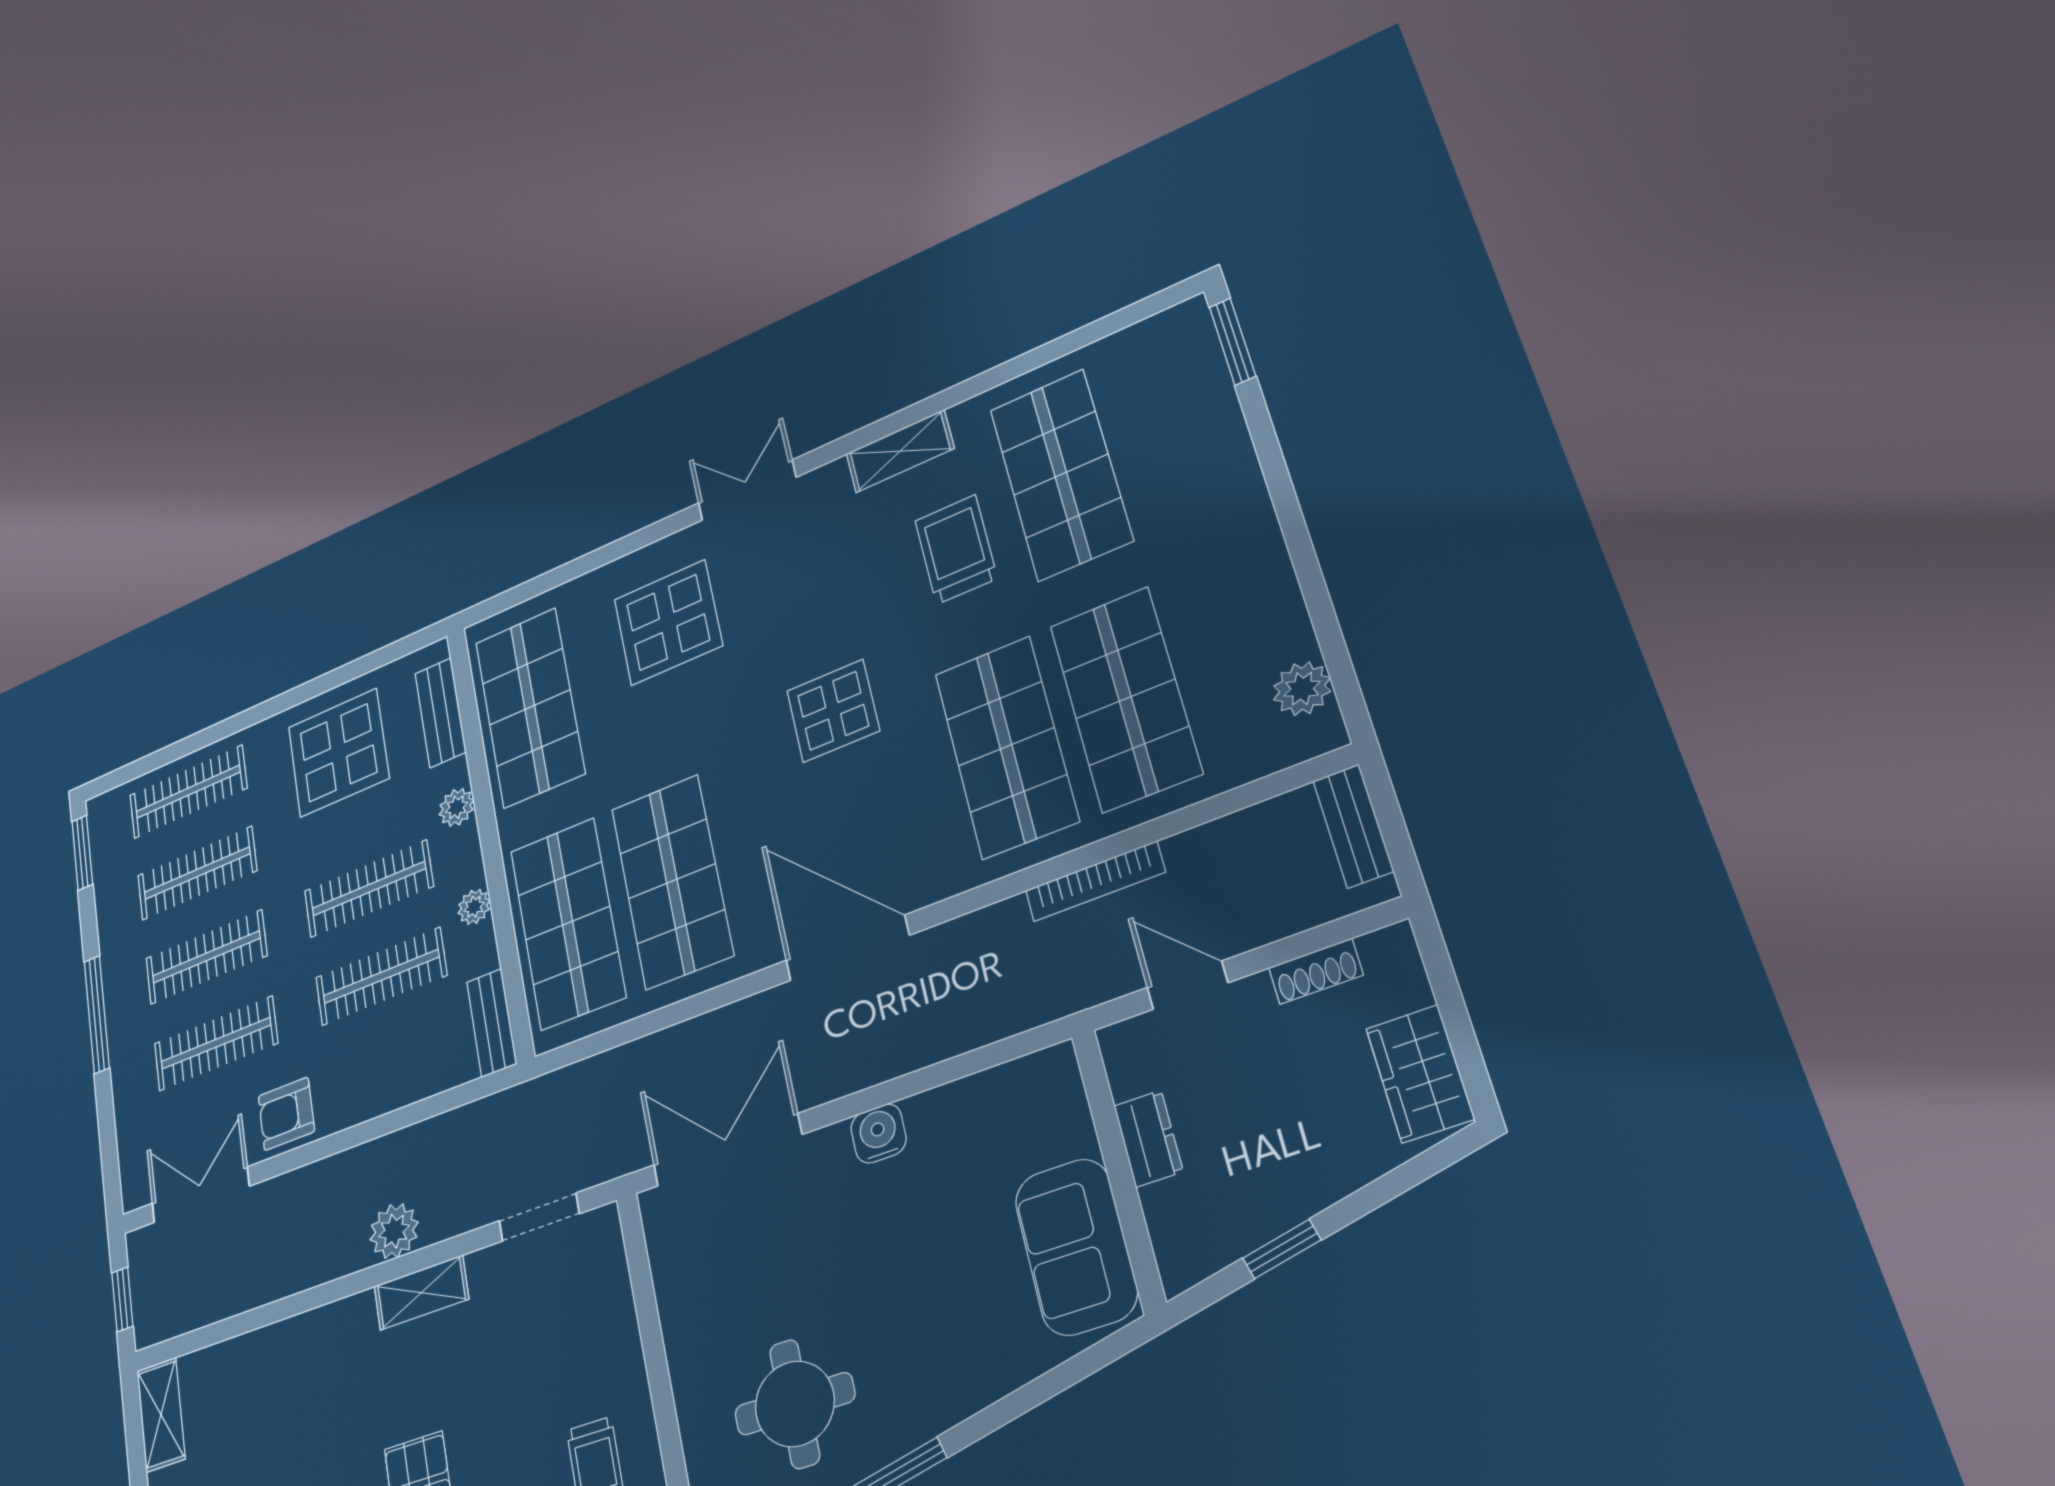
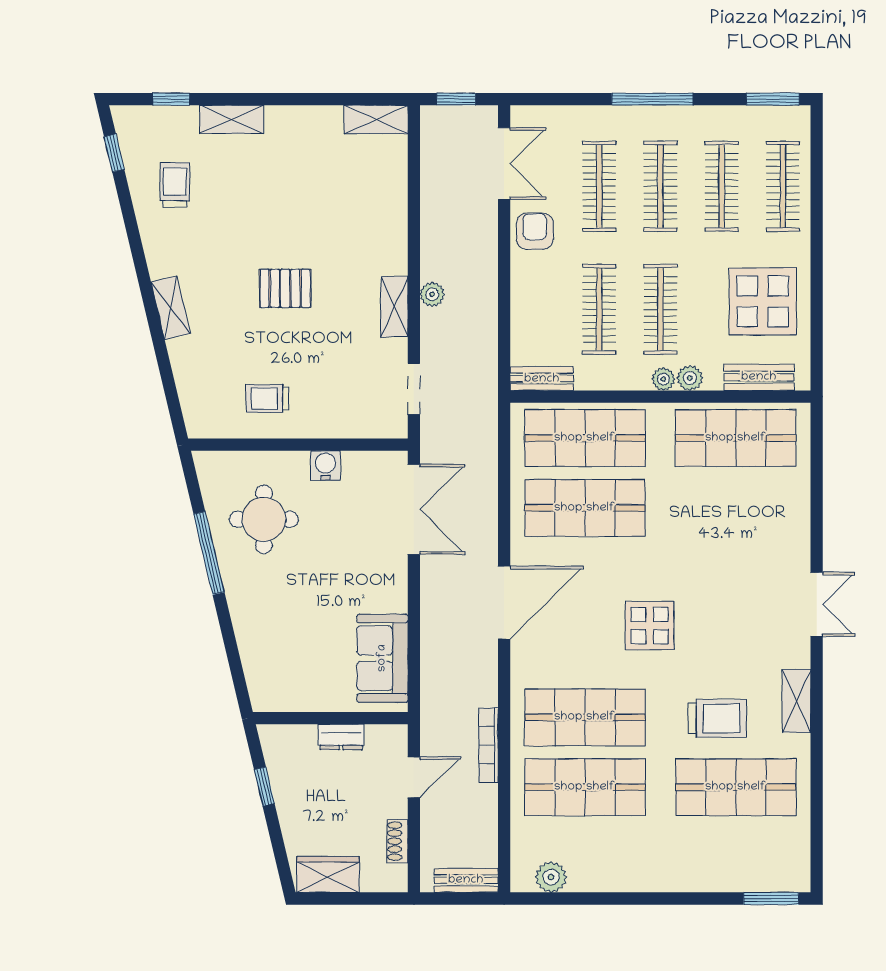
display table: (668, 622) -> (752, 538), removed
plant: (474, 907) -> (663, 379), moved
water cooler: (878, 1133) -> (325, 465), moved, turned -90
plant: (394, 1231) -> (432, 294), width x0.73, depth x0.73
sofa: (1076, 1247) -> (382, 658), moved, turned -90

